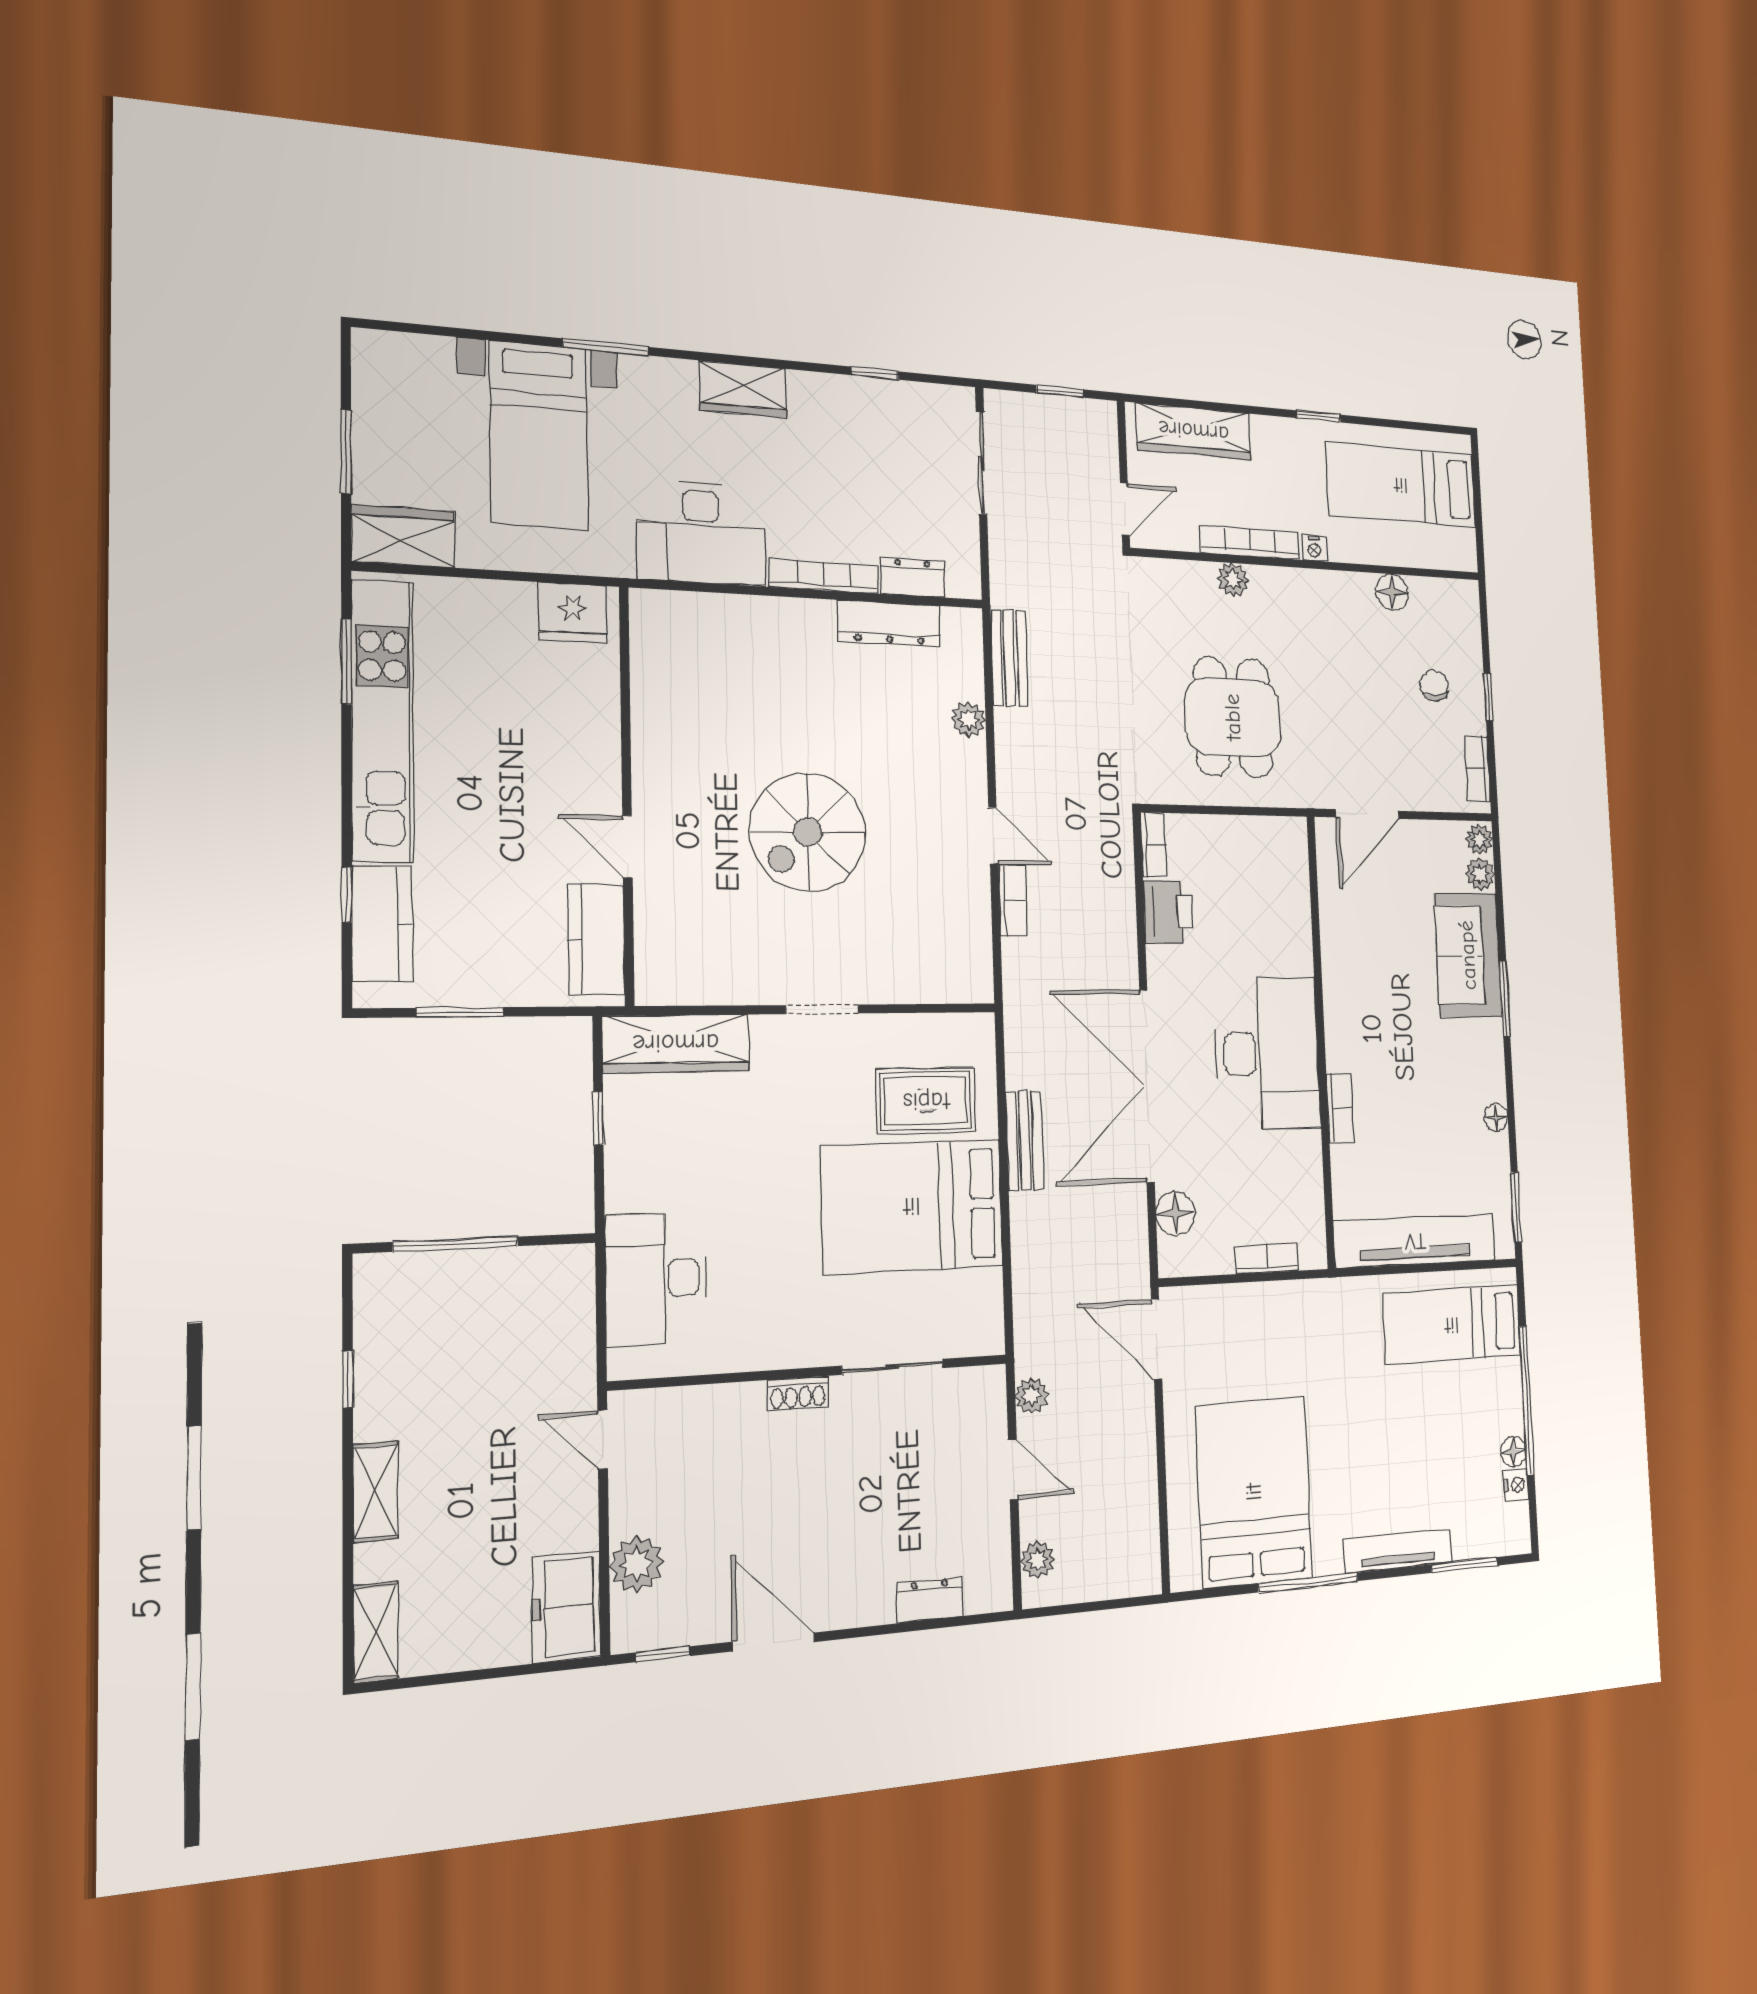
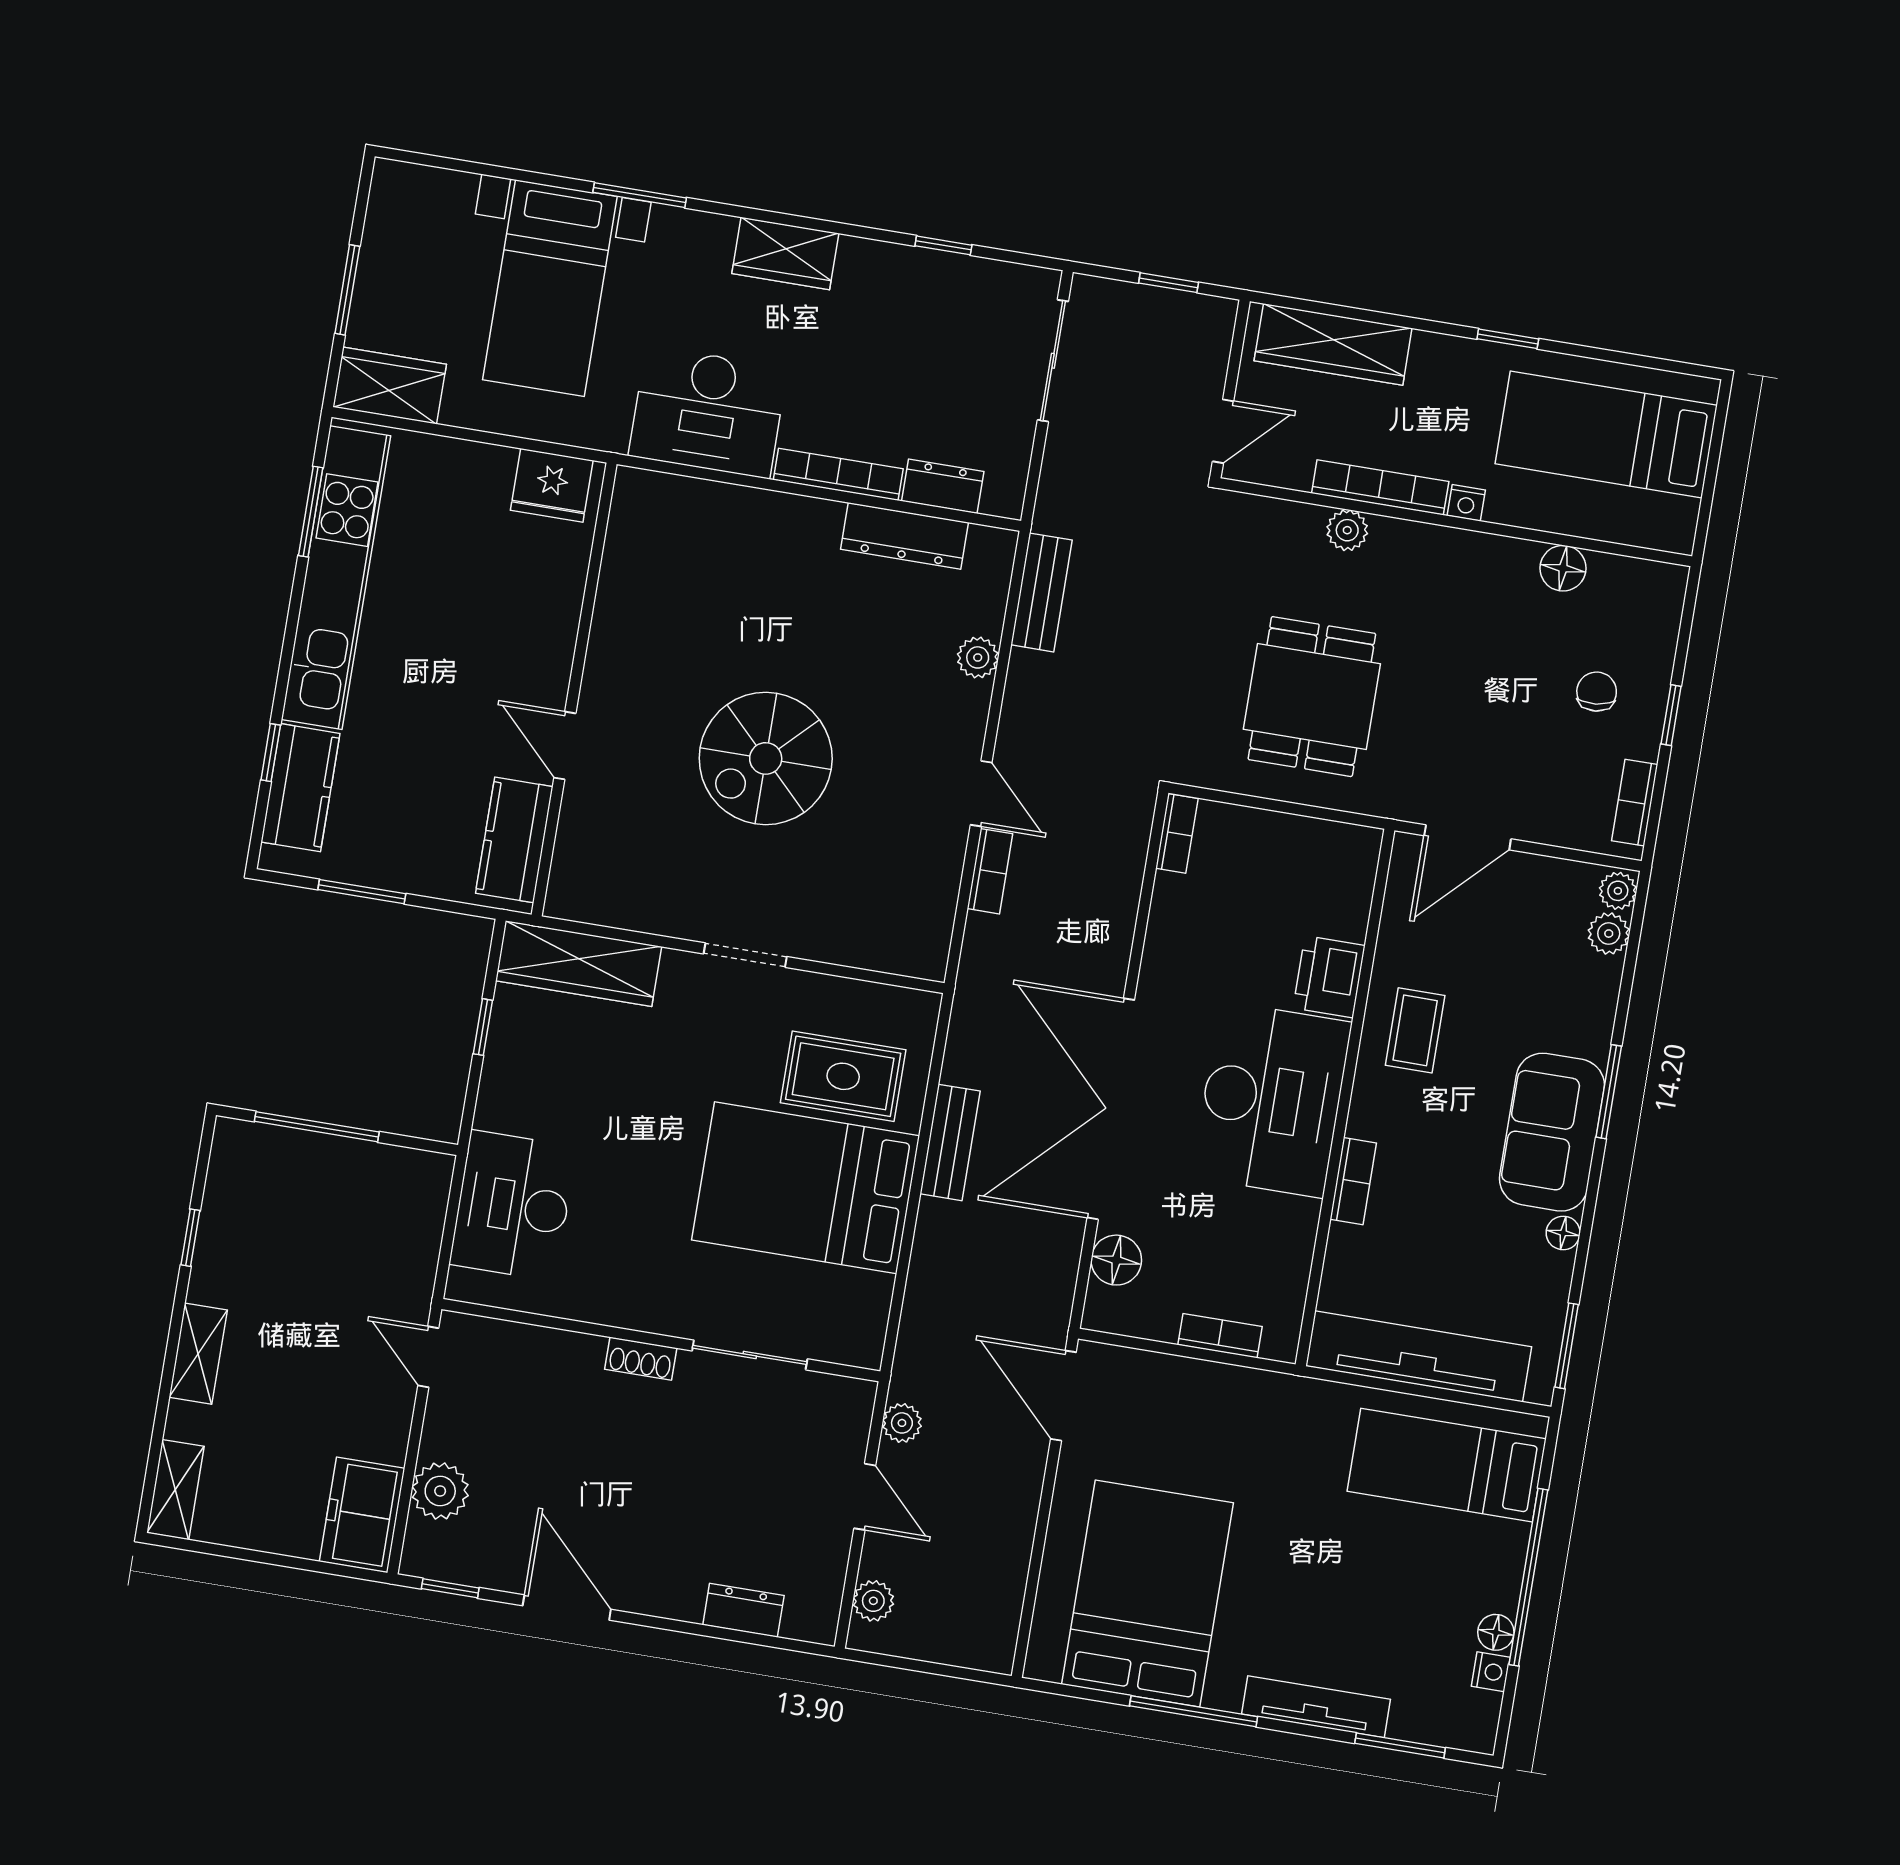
printer: (1168, 912) -> (1329, 977), moved, turned 180
sofa: (1468, 955) -> (1552, 1132), moved
coffee table: (1361, 976) -> (1415, 1030), added

